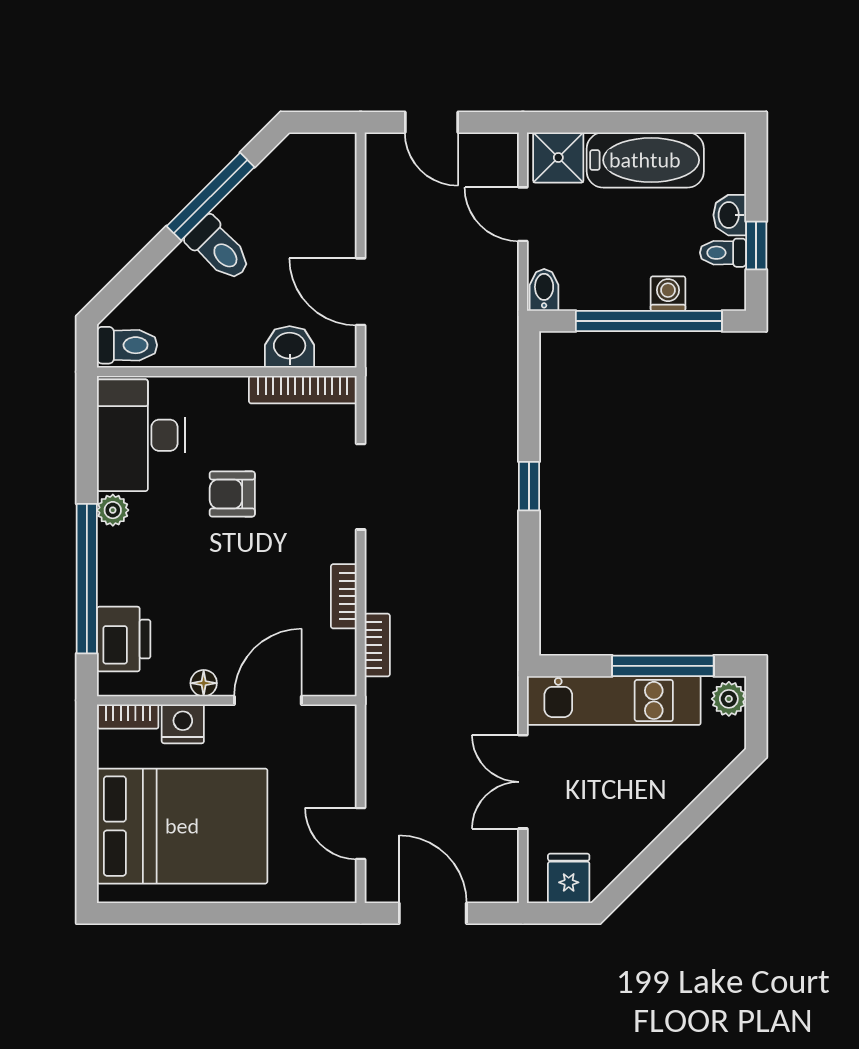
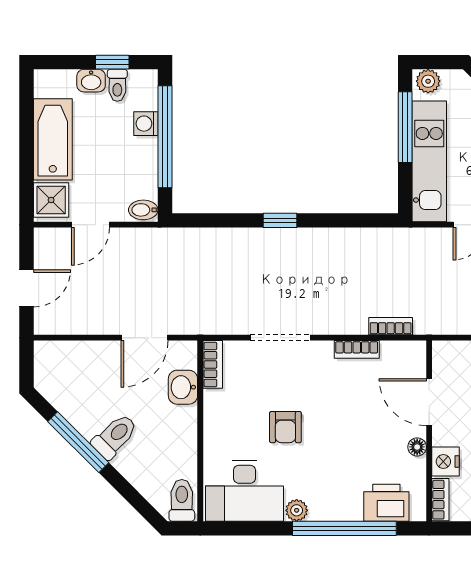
bookcase: (303, 390) -> (213, 364), width x0.64

